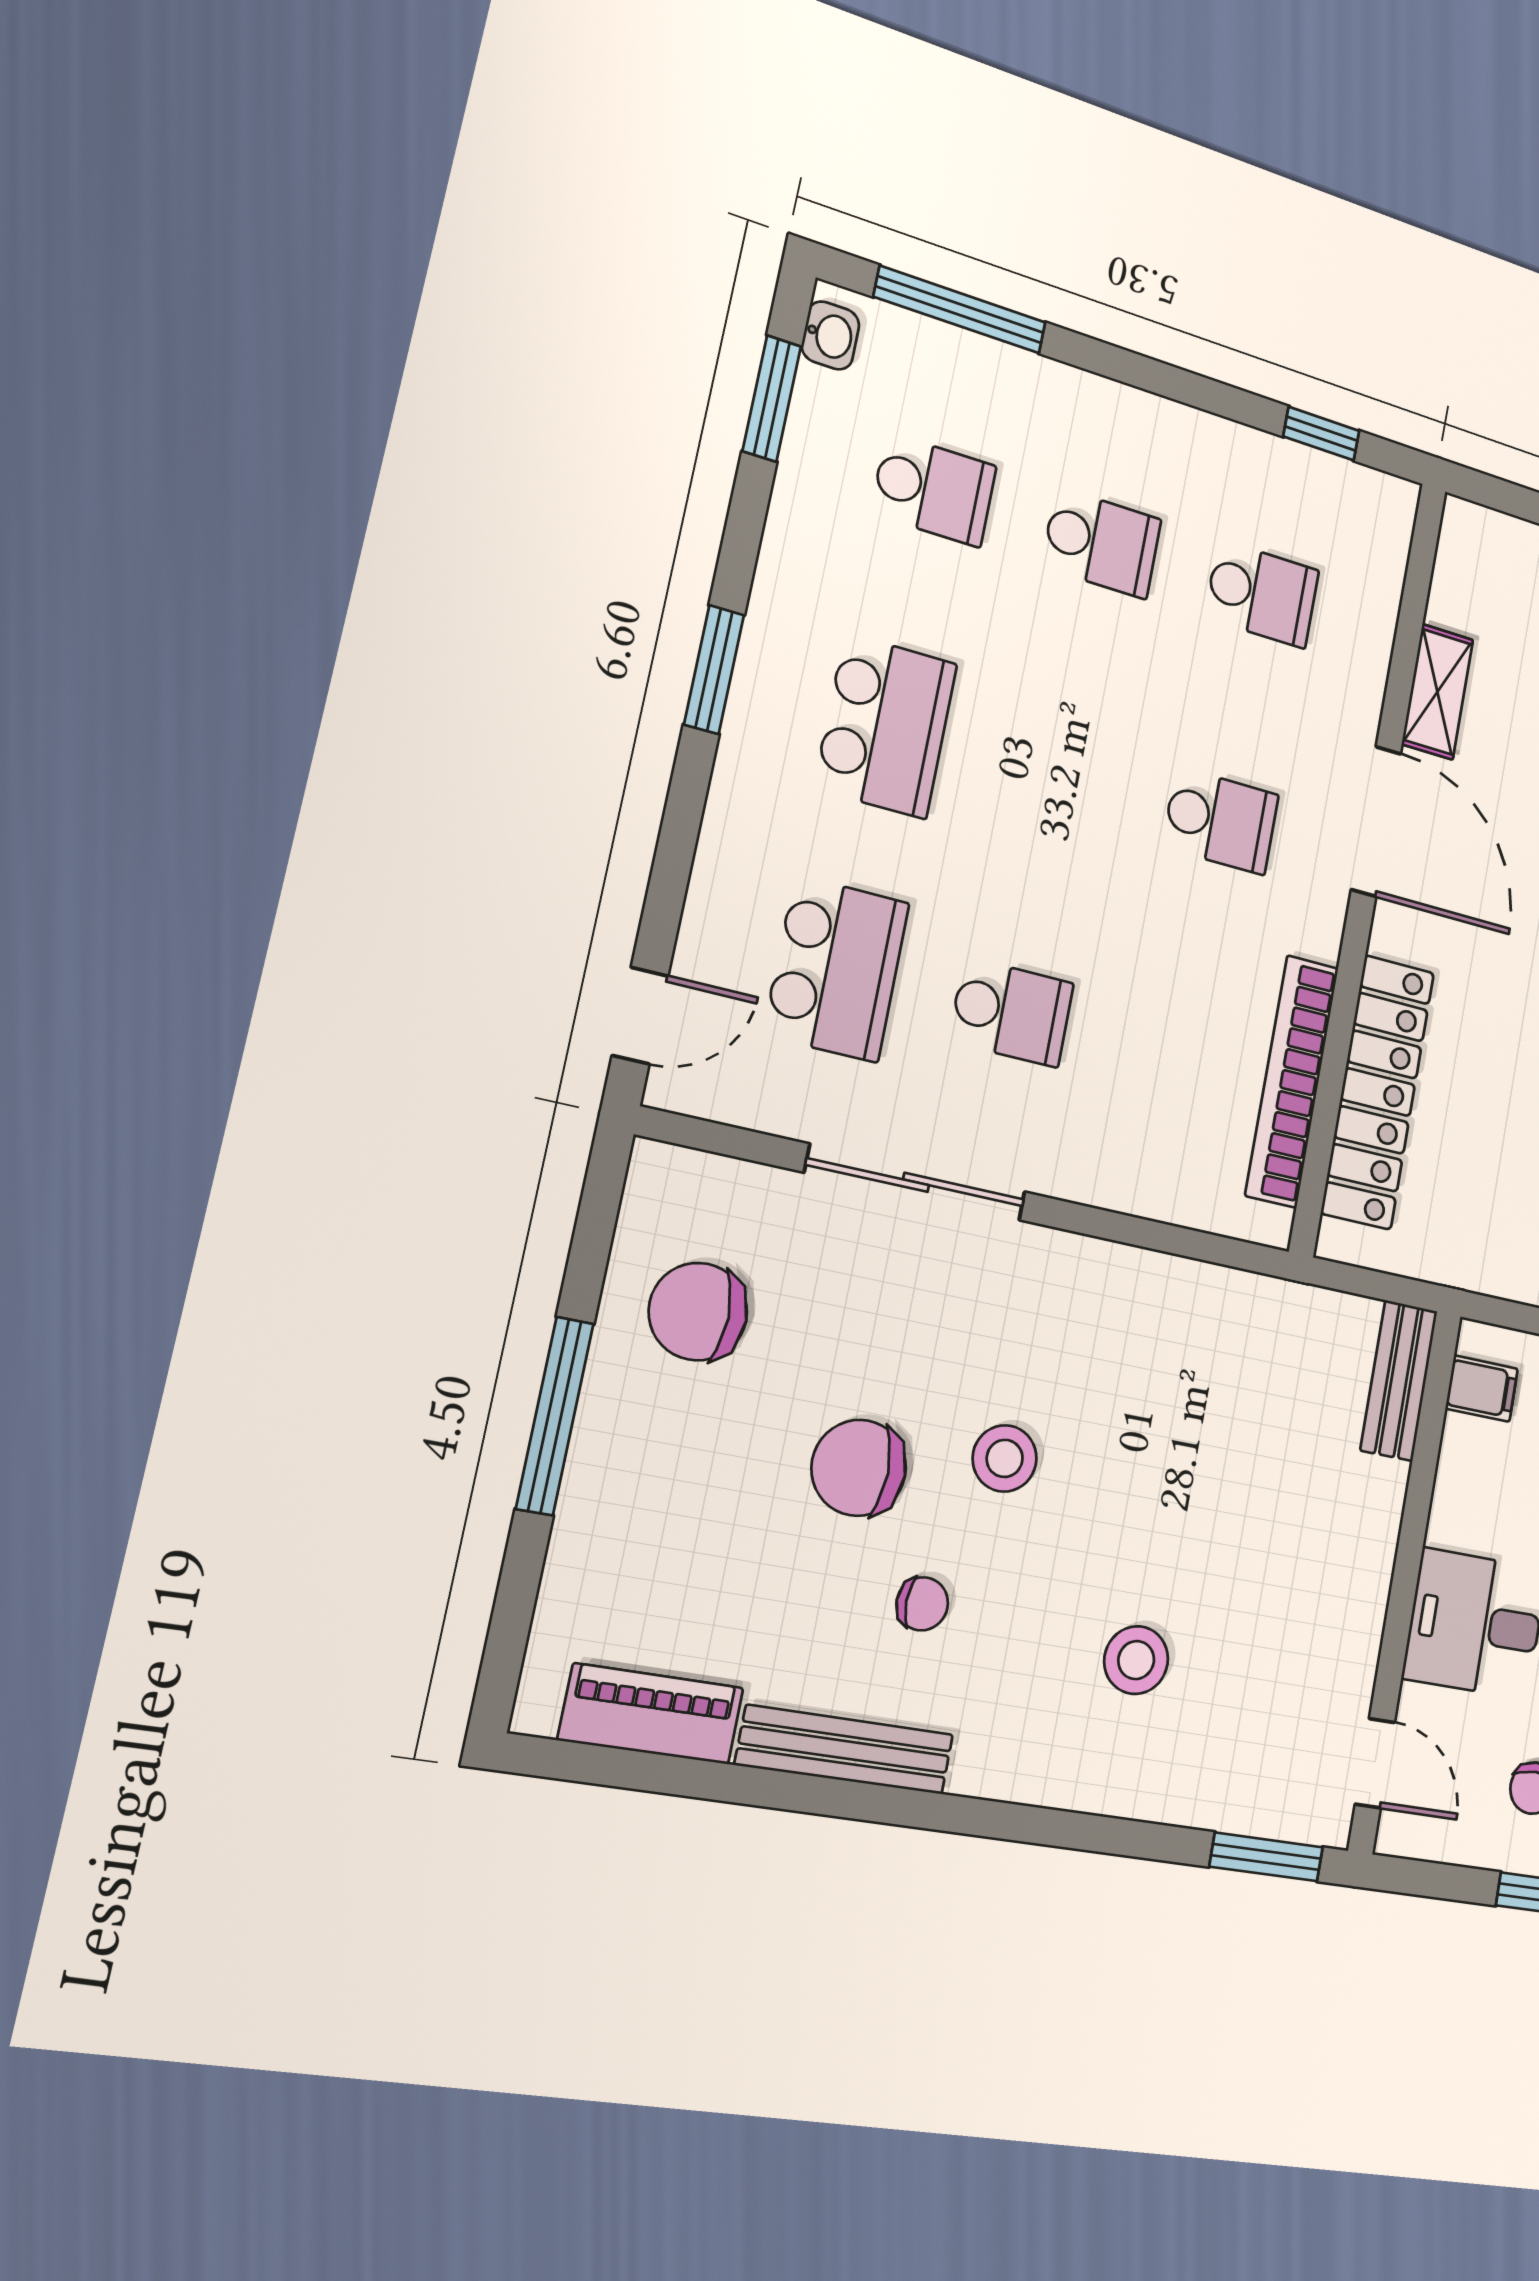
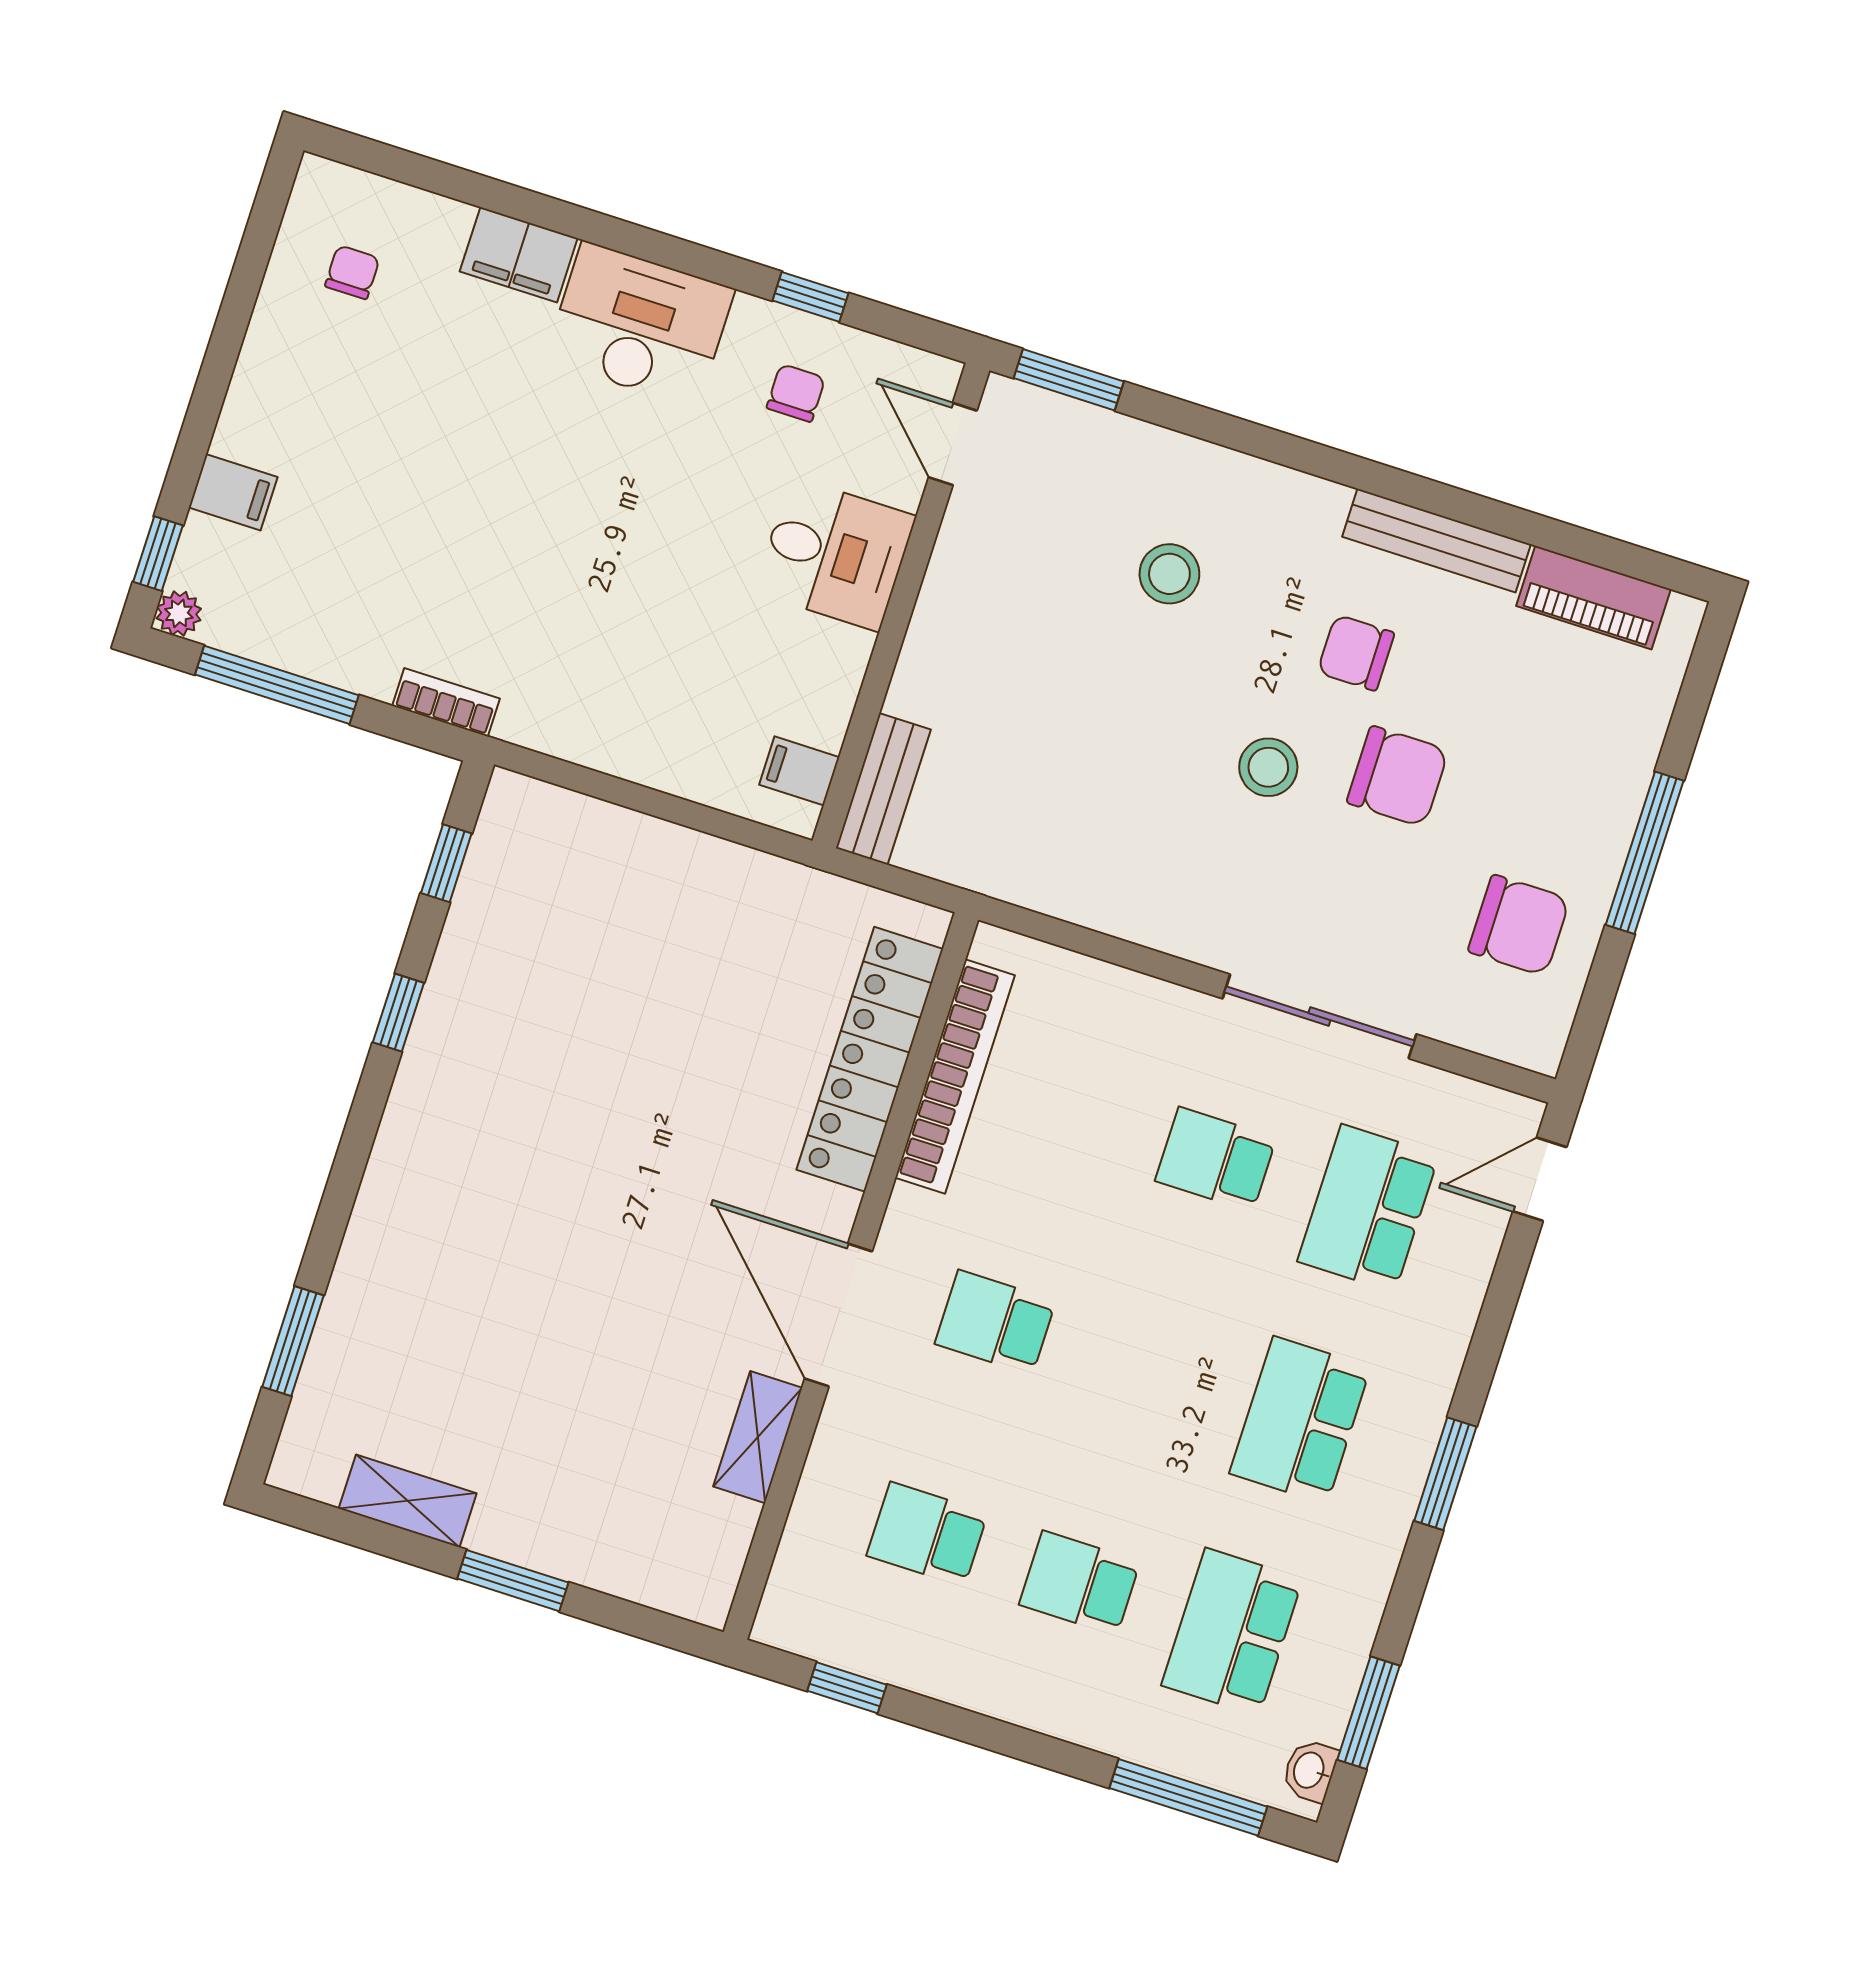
school desk: (934, 490) -> (1232, 1632), width x1.85
chair: (922, 1604) -> (1356, 653), width x1.37, depth x1.37

